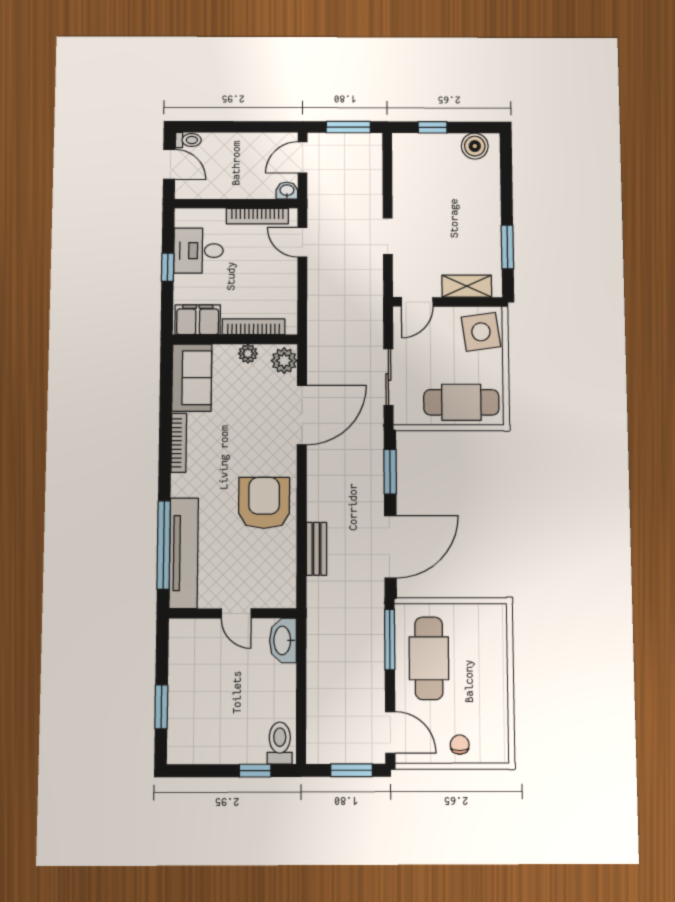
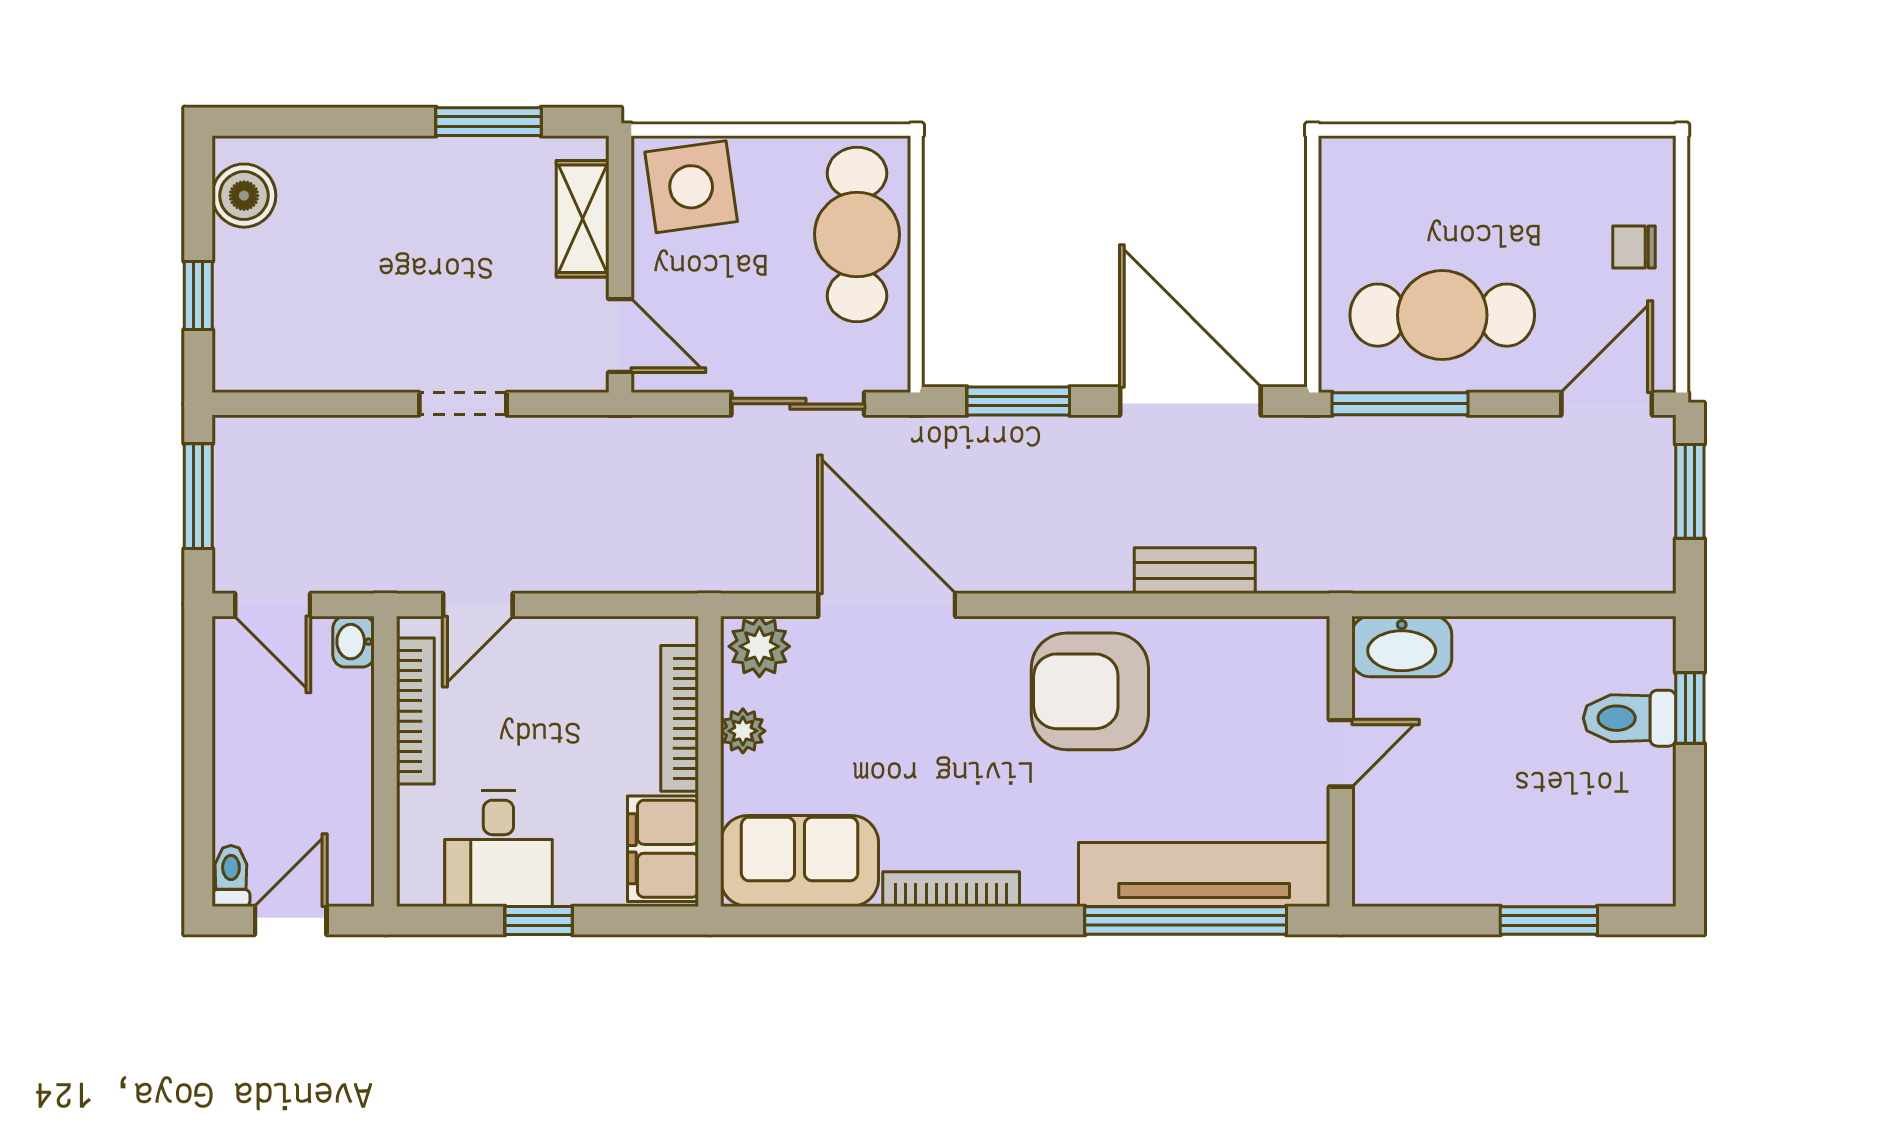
toilet: (280, 743) -> (1630, 718), moved

